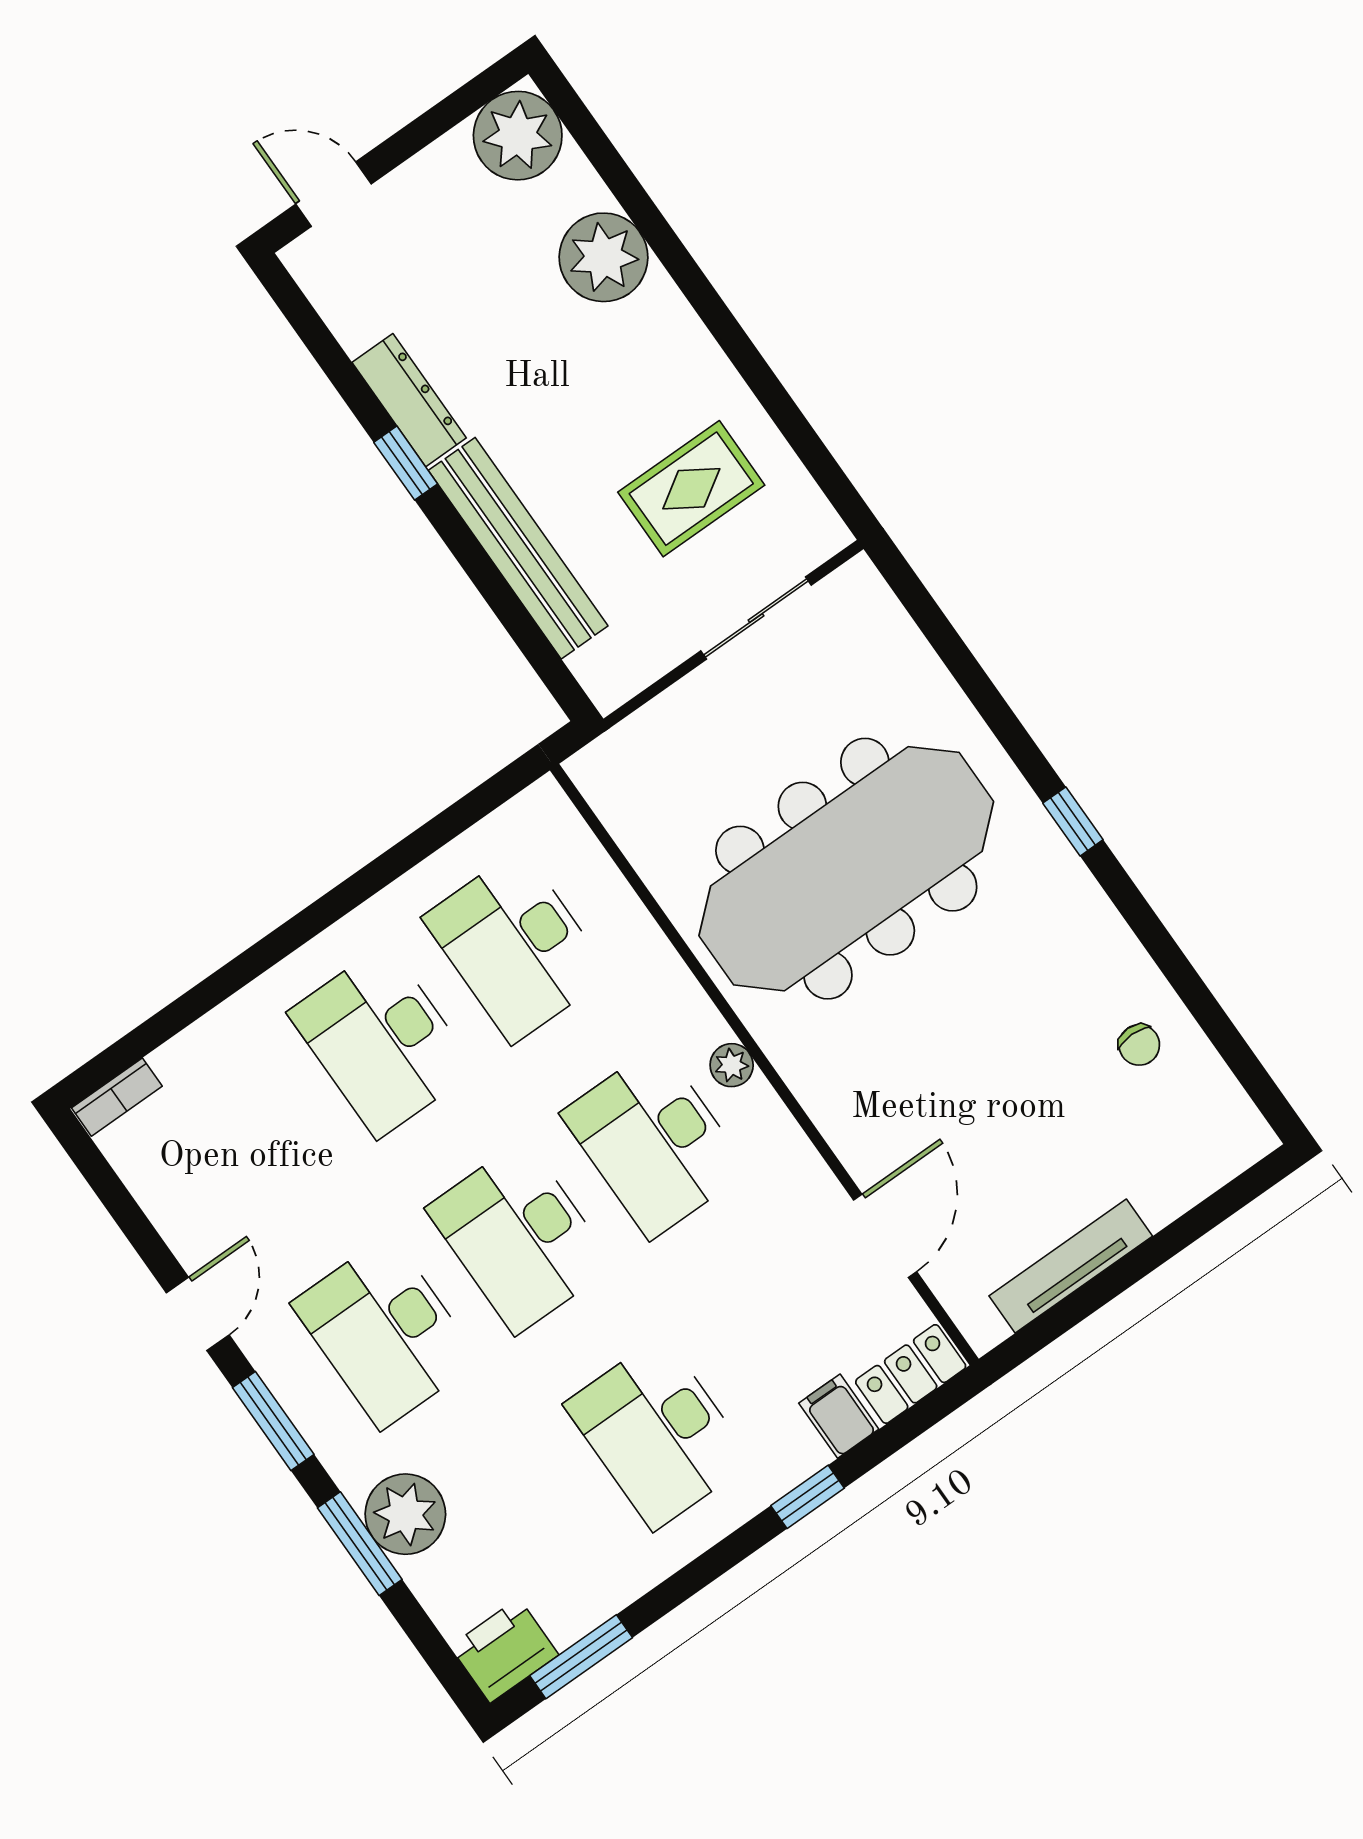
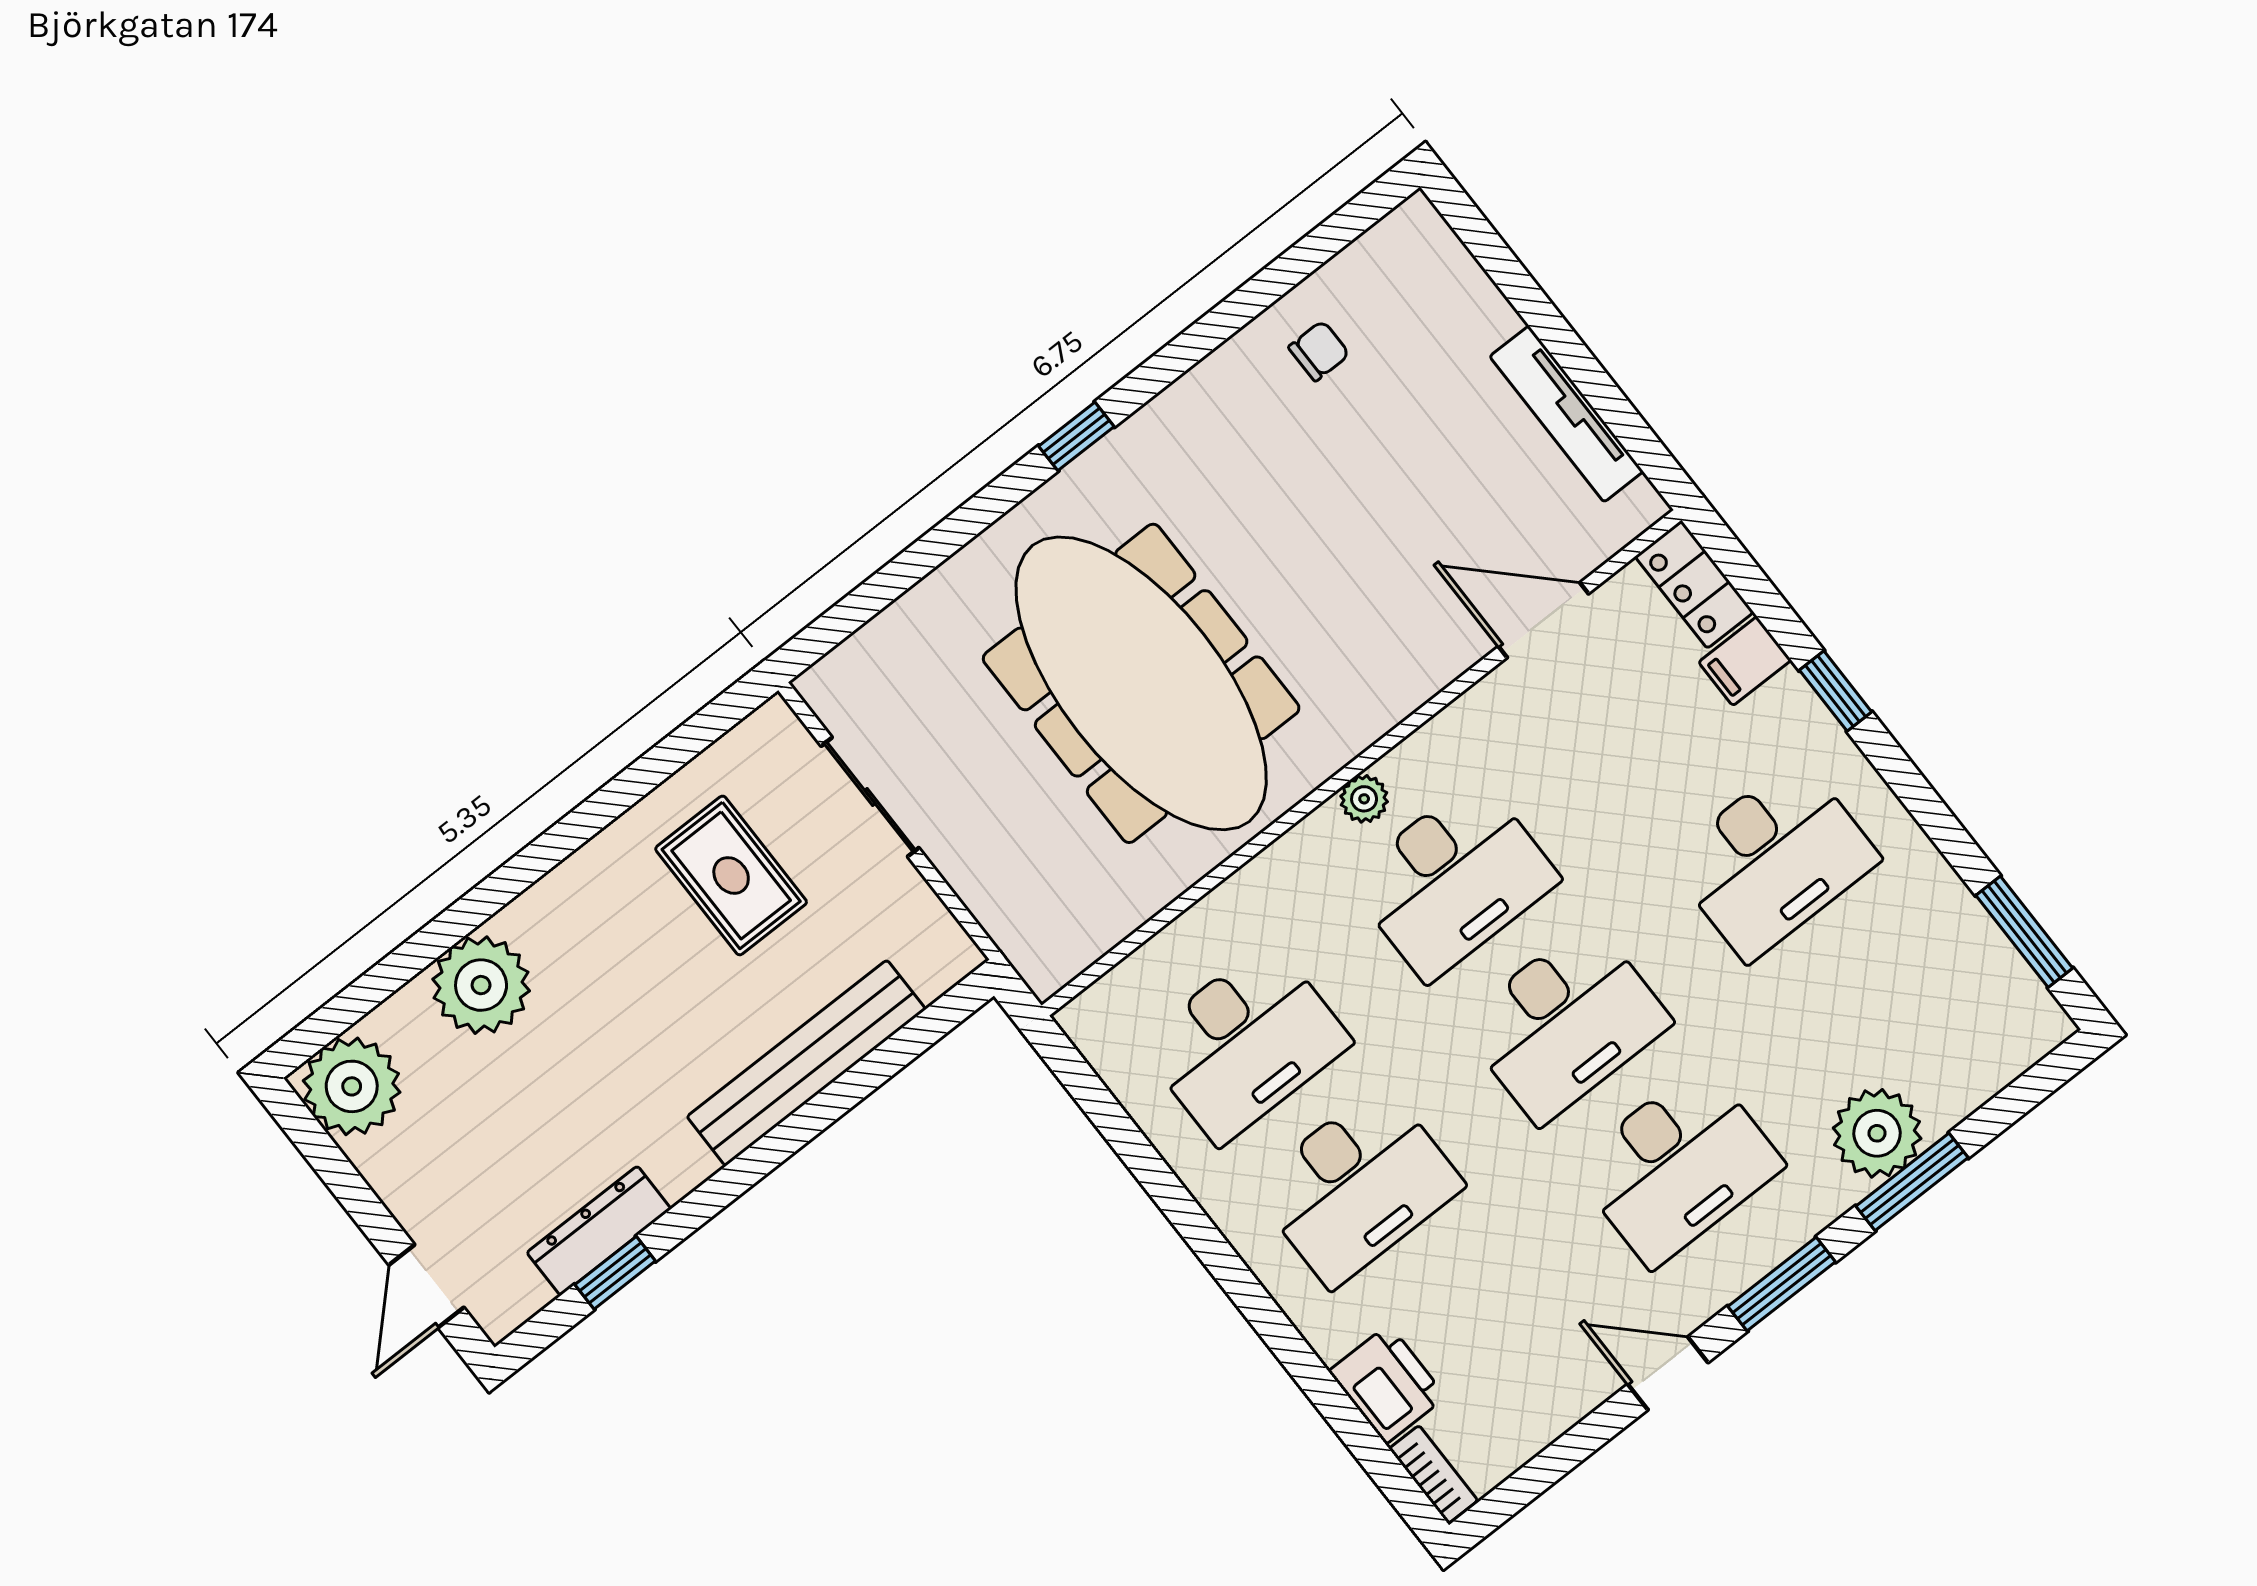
dresser: (409, 400) -> (599, 1231), moved
window: (406, 463) -> (615, 1273), moved
printer: (504, 1651) -> (1387, 1384), moved, turned 180

